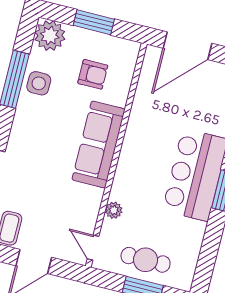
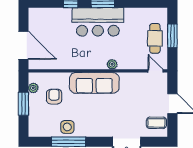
plant: (50, 36) -> (33, 88), moved, width x0.53, depth x0.53
plant: (114, 210) -> (112, 64), moved
door: (93, 248) -> (156, 71), swing flipped

